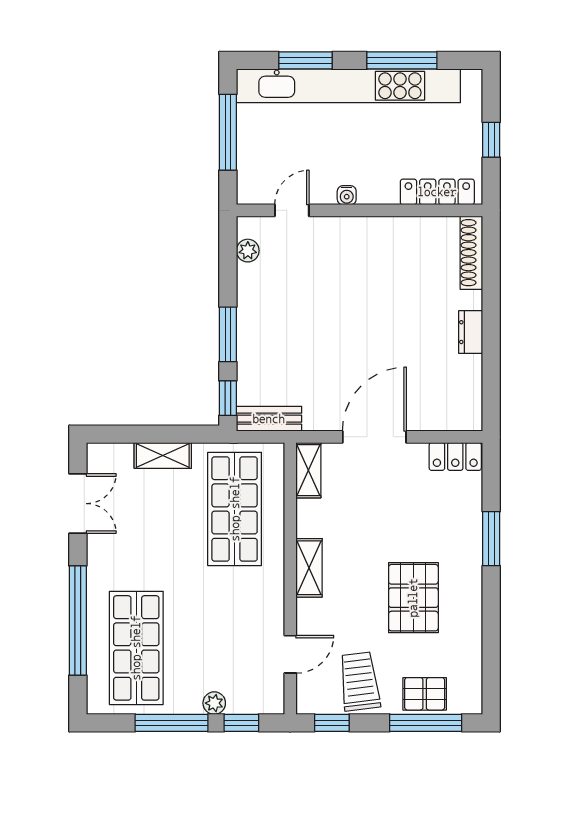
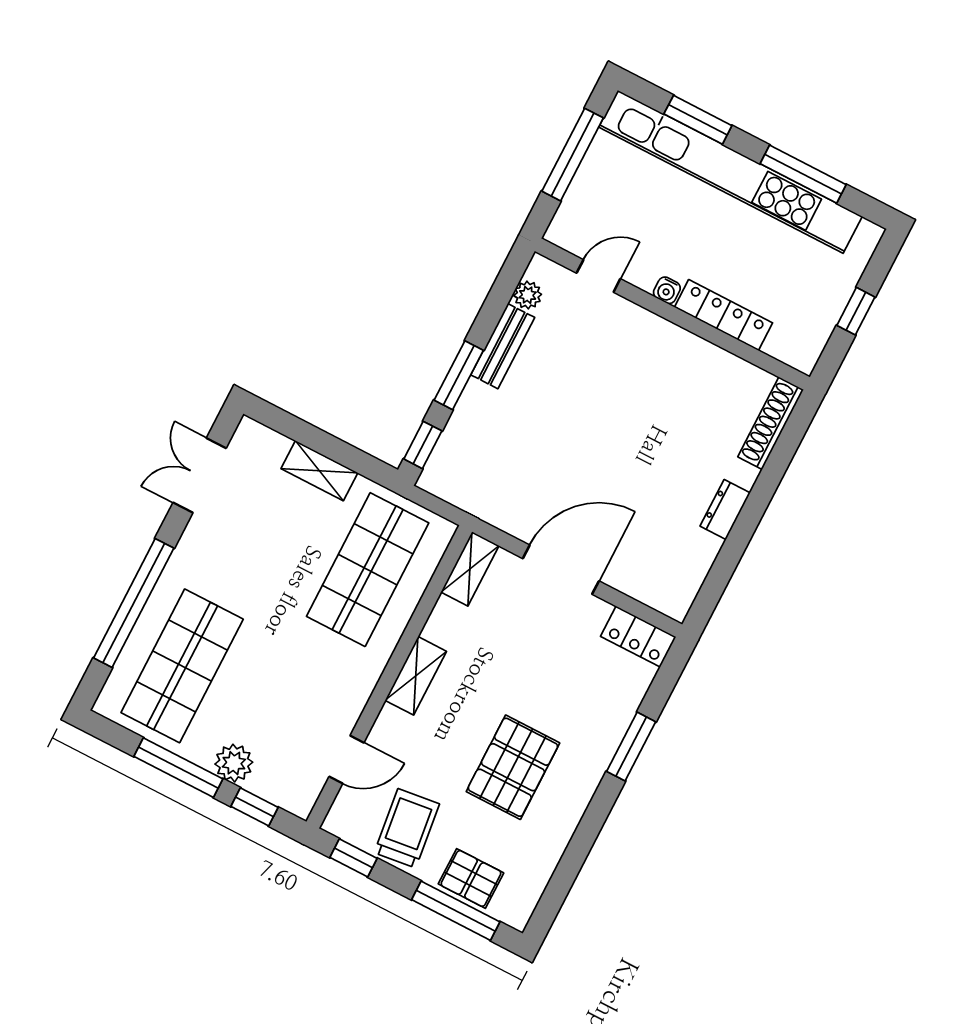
locker: (437, 192) -> (724, 315), moved
bench: (269, 419) -> (503, 346), moved, turned 90
double door: (78, 504) -> (200, 475), swing flipped
plant: (214, 703) -> (234, 763), width x1.38, depth x1.38

